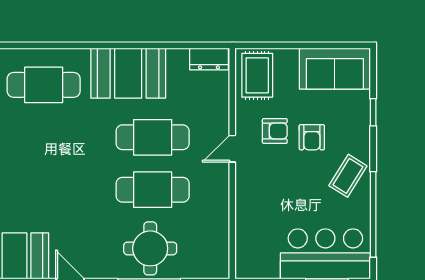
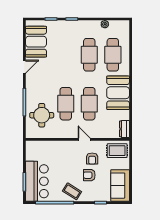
cafe table: (44, 137) -> (89, 55), added
round table: (150, 248) -> (42, 115), moved

